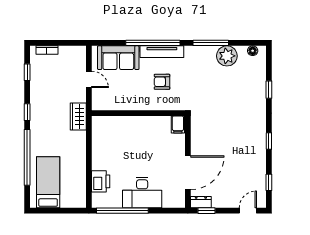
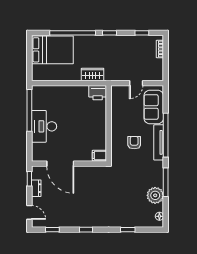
wardrobe: (78, 116) -> (93, 74), moved
printer: (101, 181) -> (98, 93), moved
bed: (48, 182) -> (52, 50), width x1.50
dresser: (201, 202) -> (36, 188), moved

